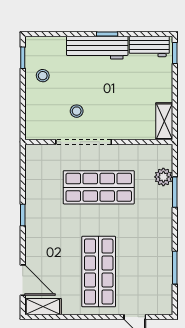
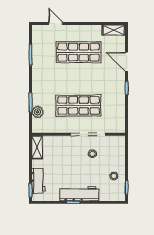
workbench: (149, 46) -> (38, 181), moved, turned 90
shop shelf: (99, 272) -> (79, 52), turned 90
door: (23, 280) -> (127, 62), moved

